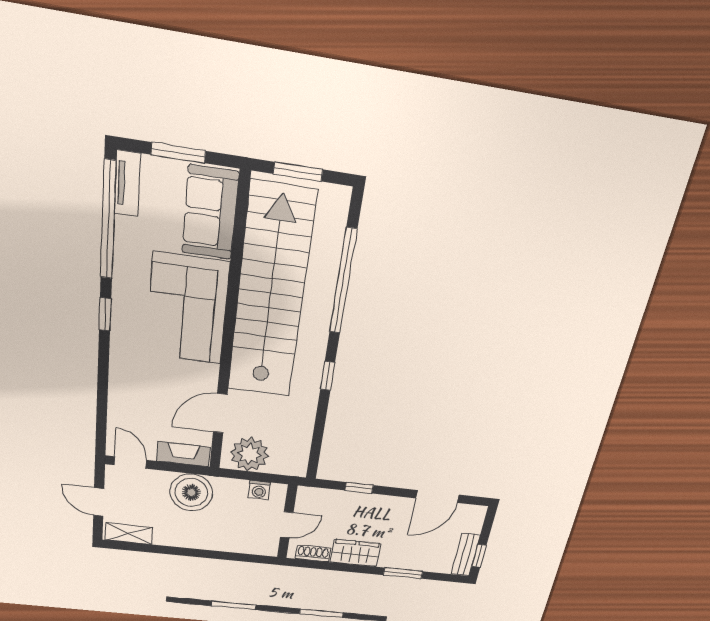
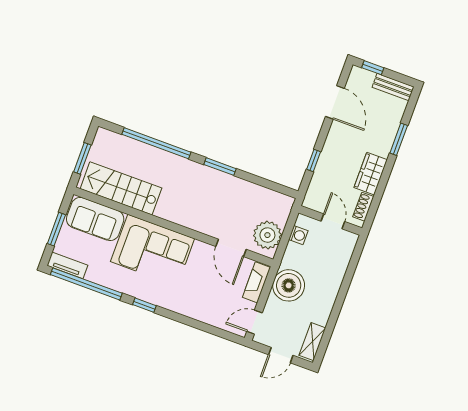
stairs: (271, 294) -> (121, 188), width x0.54, depth x0.66
window: (328, 376) -> (220, 167), width x1.50
window: (479, 556) -> (373, 68), moved

